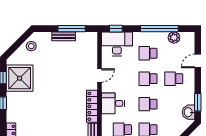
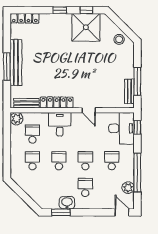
bench: (64, 36) -> (129, 91), moved
door: (198, 61) -> (122, 212), moved
washbasin: (188, 112) -> (67, 203), moved

